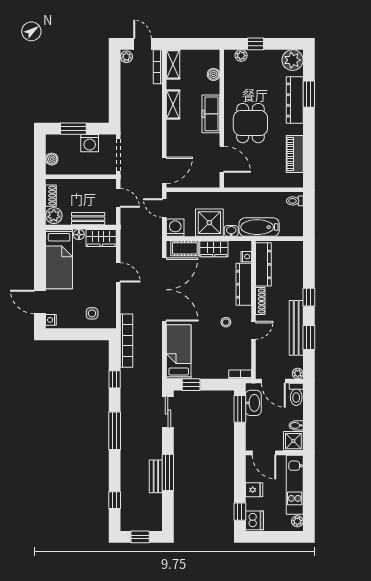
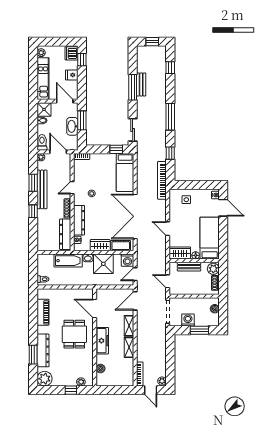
shelving: (173, 64) -> (129, 326), moved
door: (164, 208) -> (135, 274), swing flipped
washbasin: (253, 403) -> (72, 126), moved
window: (240, 409) -> (82, 120), moved

